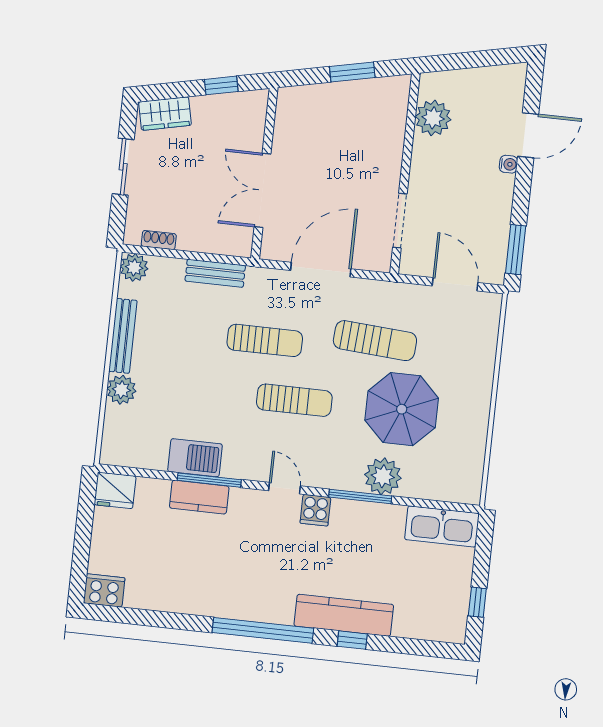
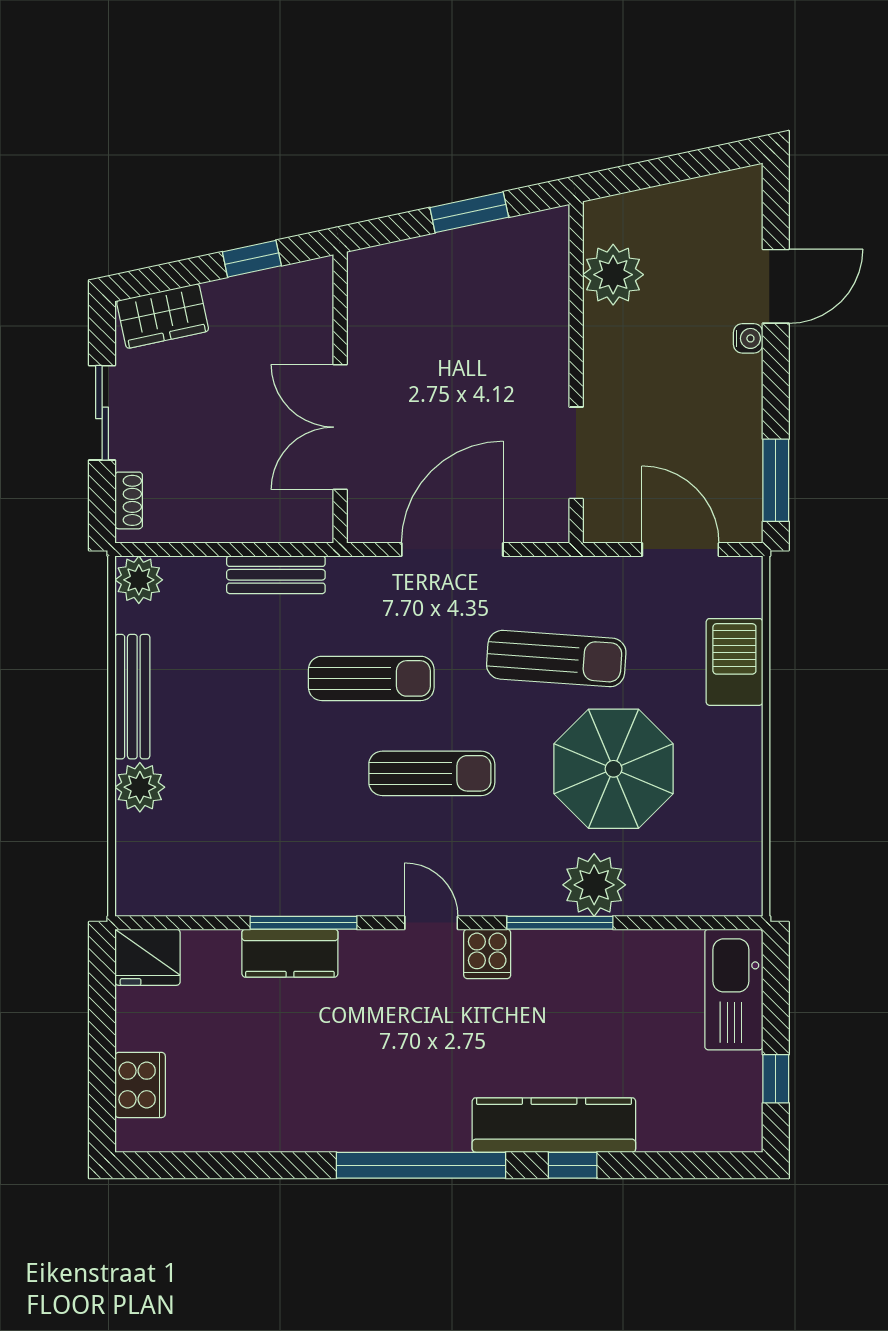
shoe rack: (159, 240) -> (129, 500), moved, turned 90
barbecue: (195, 458) -> (734, 662), moved, turned -90
kitchen sink: (442, 526) -> (734, 990), moved, turned 90
cooker: (104, 590) -> (140, 1085), moved, turned 90

